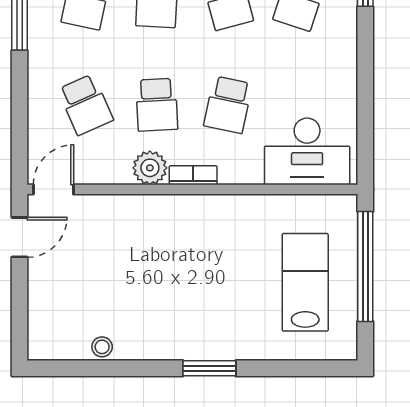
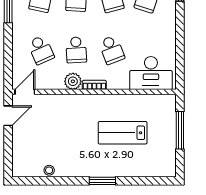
school desk: (228, 105) -> (112, 50), turned -33
window: (365, 266) -> (180, 130), width x0.68
lab bench: (305, 282) -> (123, 133), moved, turned -90

